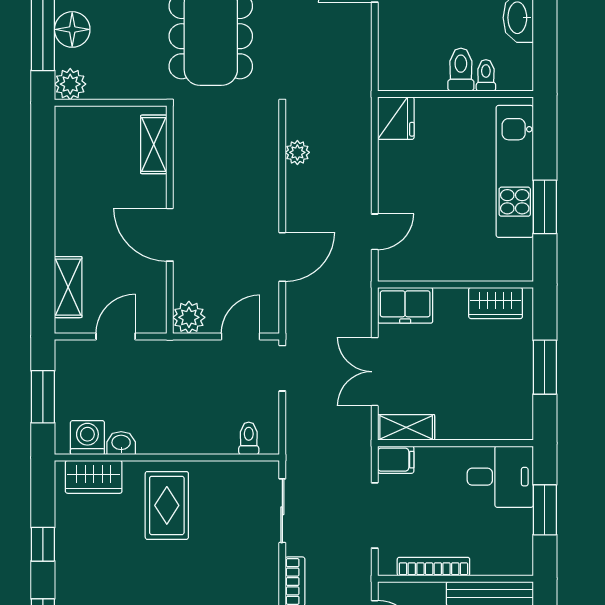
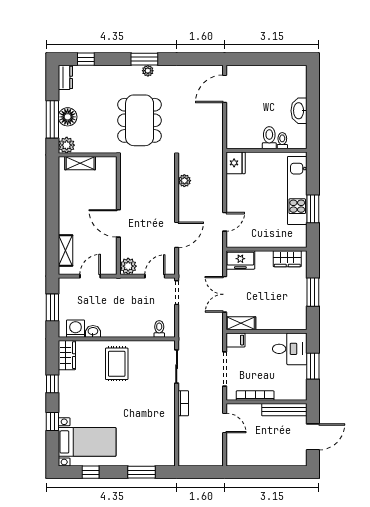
shelving: (154, 144) -> (80, 163), moved, turned 90
wardrobe: (94, 477) -> (67, 355), moved, turned -90

